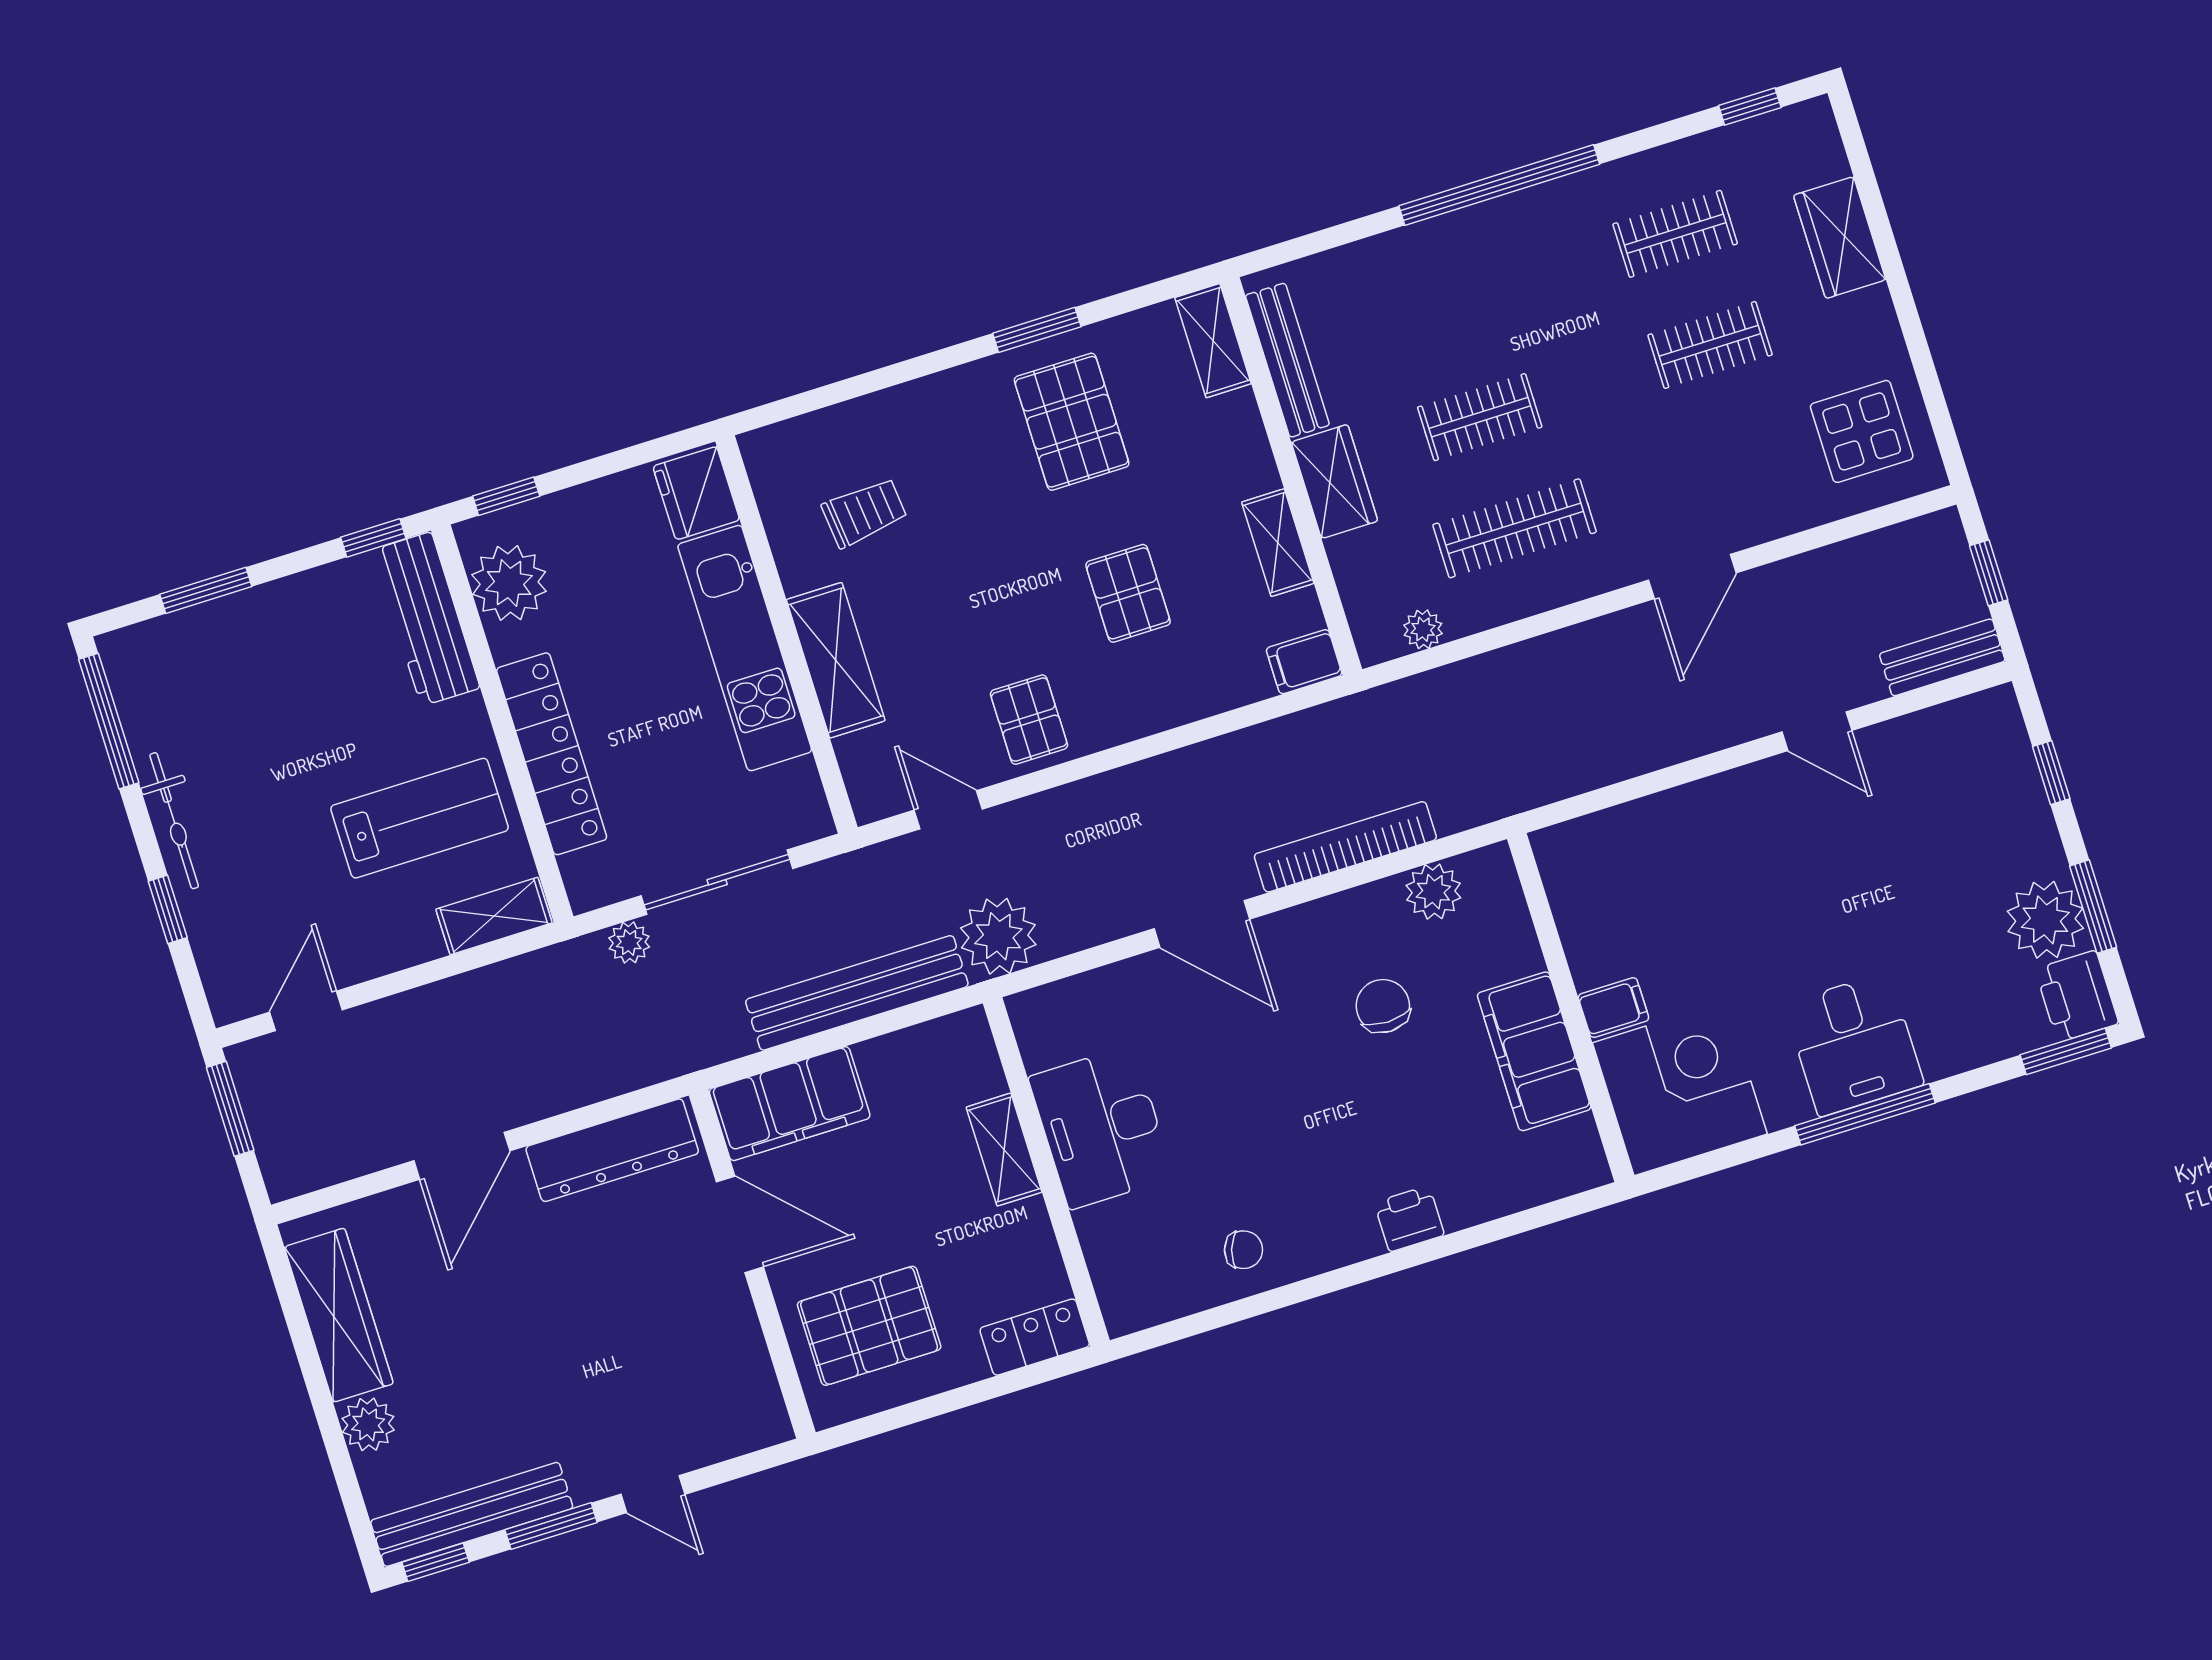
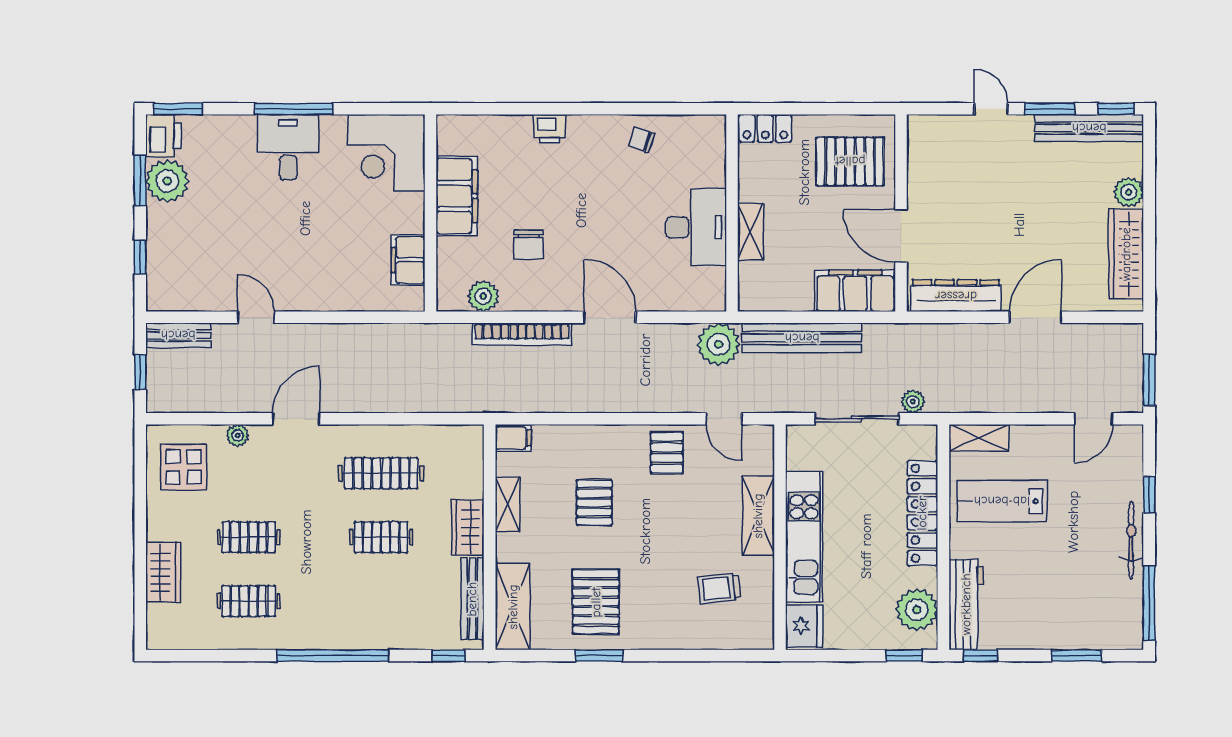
window: (1750, 106) -> (448, 656), moved
shelving: (1213, 341) -> (513, 607), width x1.50, depth x1.33
plant: (1423, 629) -> (238, 435), moved
filing cabinet: (1613, 1008) -> (408, 260), moved, width x2.00

